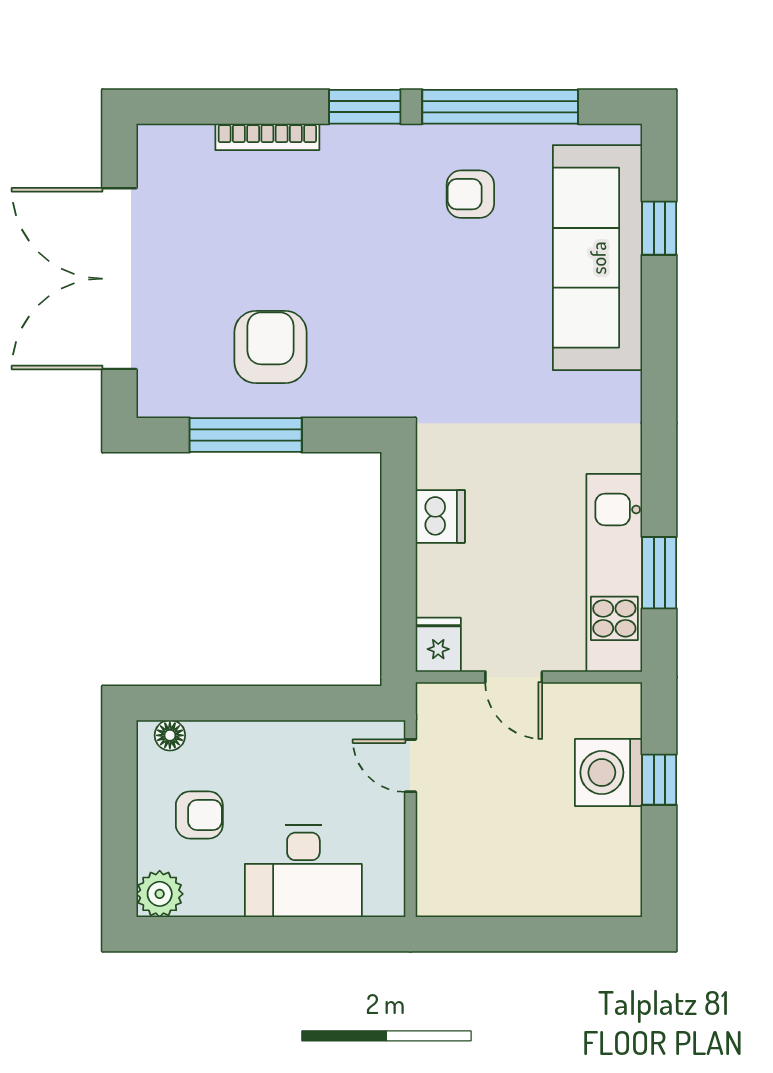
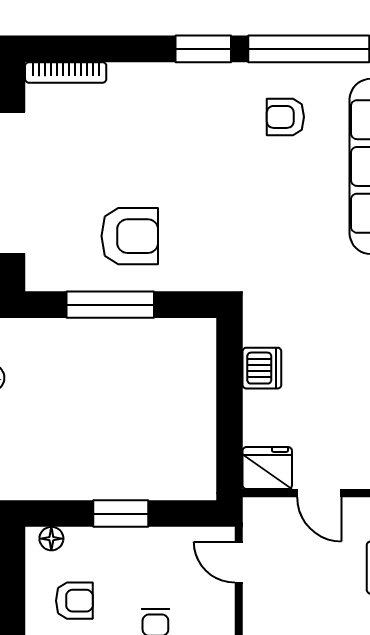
bookcase: (267, 137) -> (66, 72), moved
armchair: (270, 347) -> (130, 236), turned 90
fridge: (438, 645) -> (267, 468), width x1.38
window: (259, 703) -> (121, 514), added

